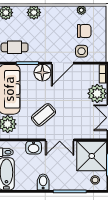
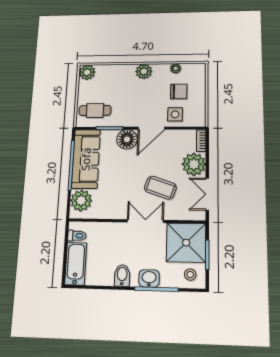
plant: (34, 12) -> (144, 71), moved
coffee table: (43, 115) -> (160, 188), moved, turned 59
double door: (60, 140) -> (145, 221), swing flipped
washbasin: (34, 148) -> (149, 278), moved, turned 180

